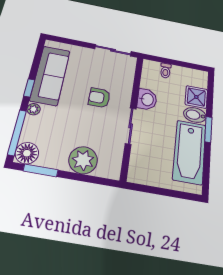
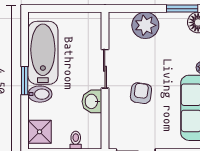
shower: (196, 97) -> (40, 132), moved
armchair: (99, 98) -> (141, 93), turned -82

